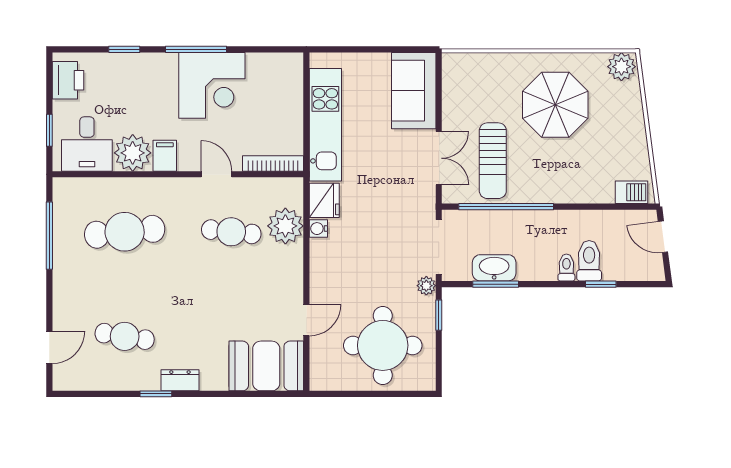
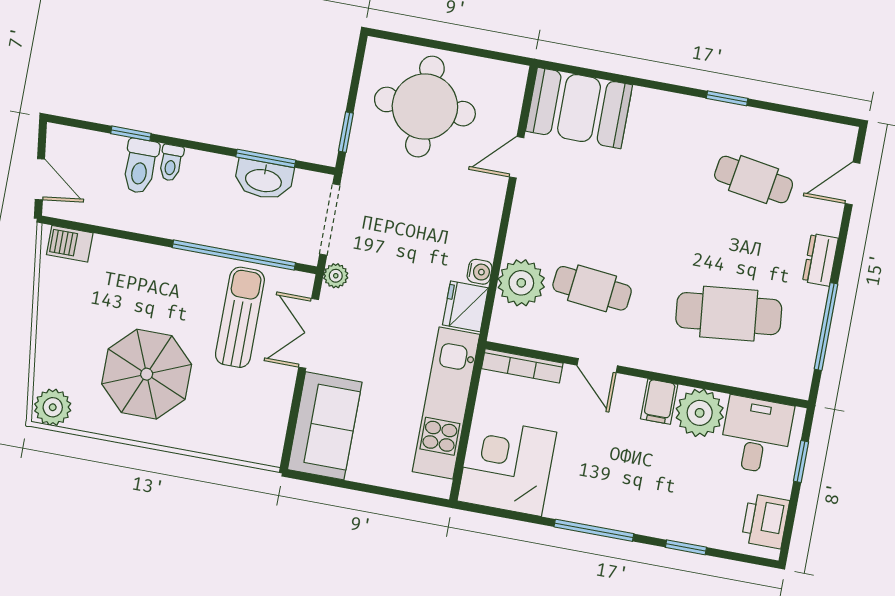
corner desk: (212, 85) -> (507, 467), moved
plant: (426, 286) -> (336, 276), moved
dresser: (180, 380) -> (820, 260), moved, turned 90

